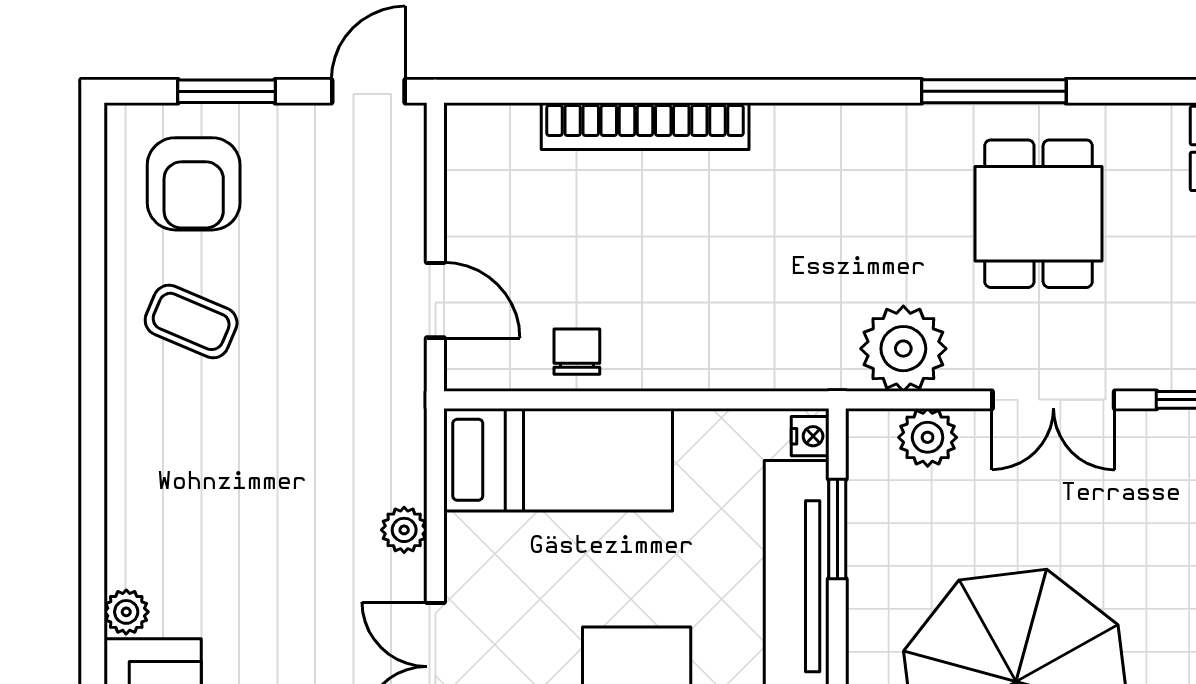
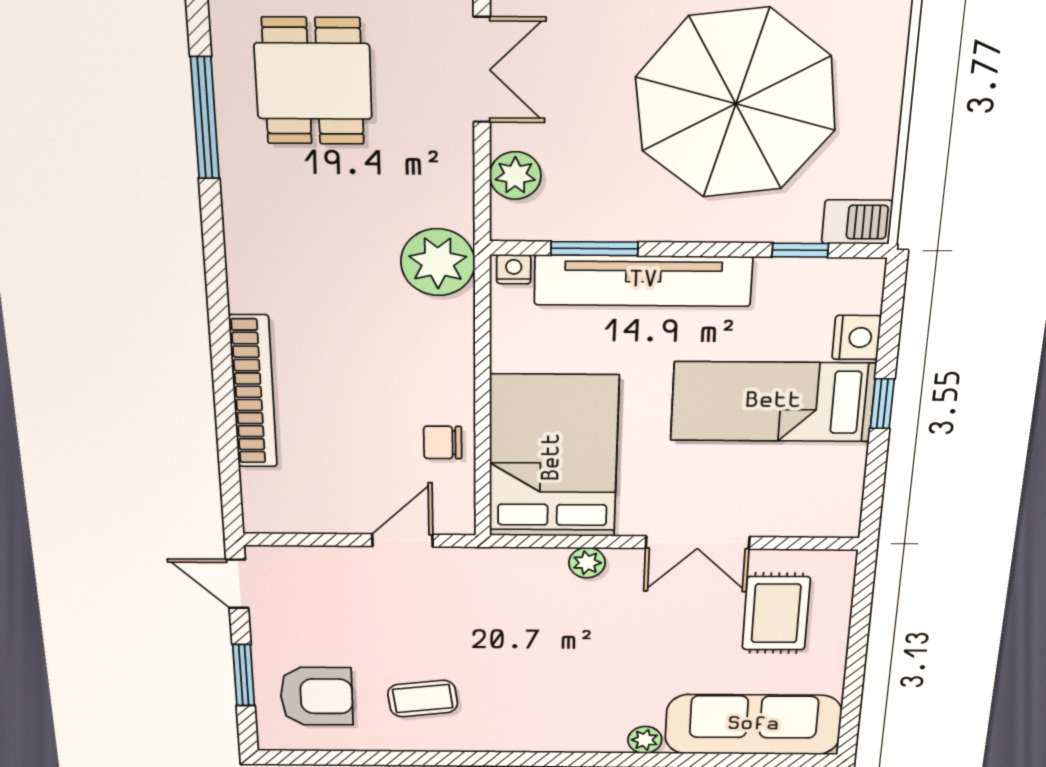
dining table: (1039, 214) -> (313, 81), turned 90
coffee table: (191, 321) -> (423, 699), turned 60
plant: (903, 349) -> (438, 262), moved
bed: (558, 460) -> (553, 457), width x1.50

